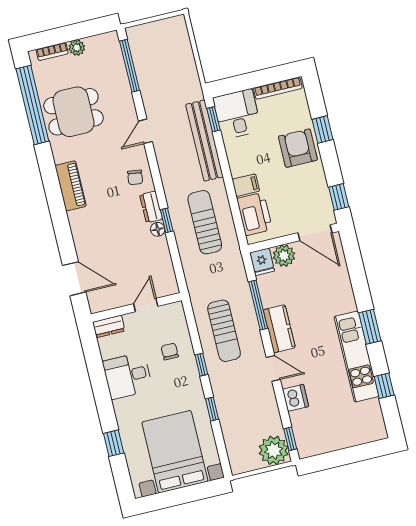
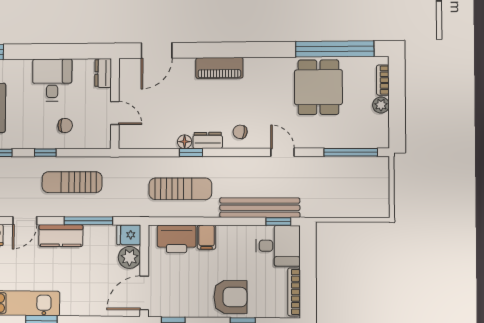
piano: (71, 186) -> (219, 68), moved

